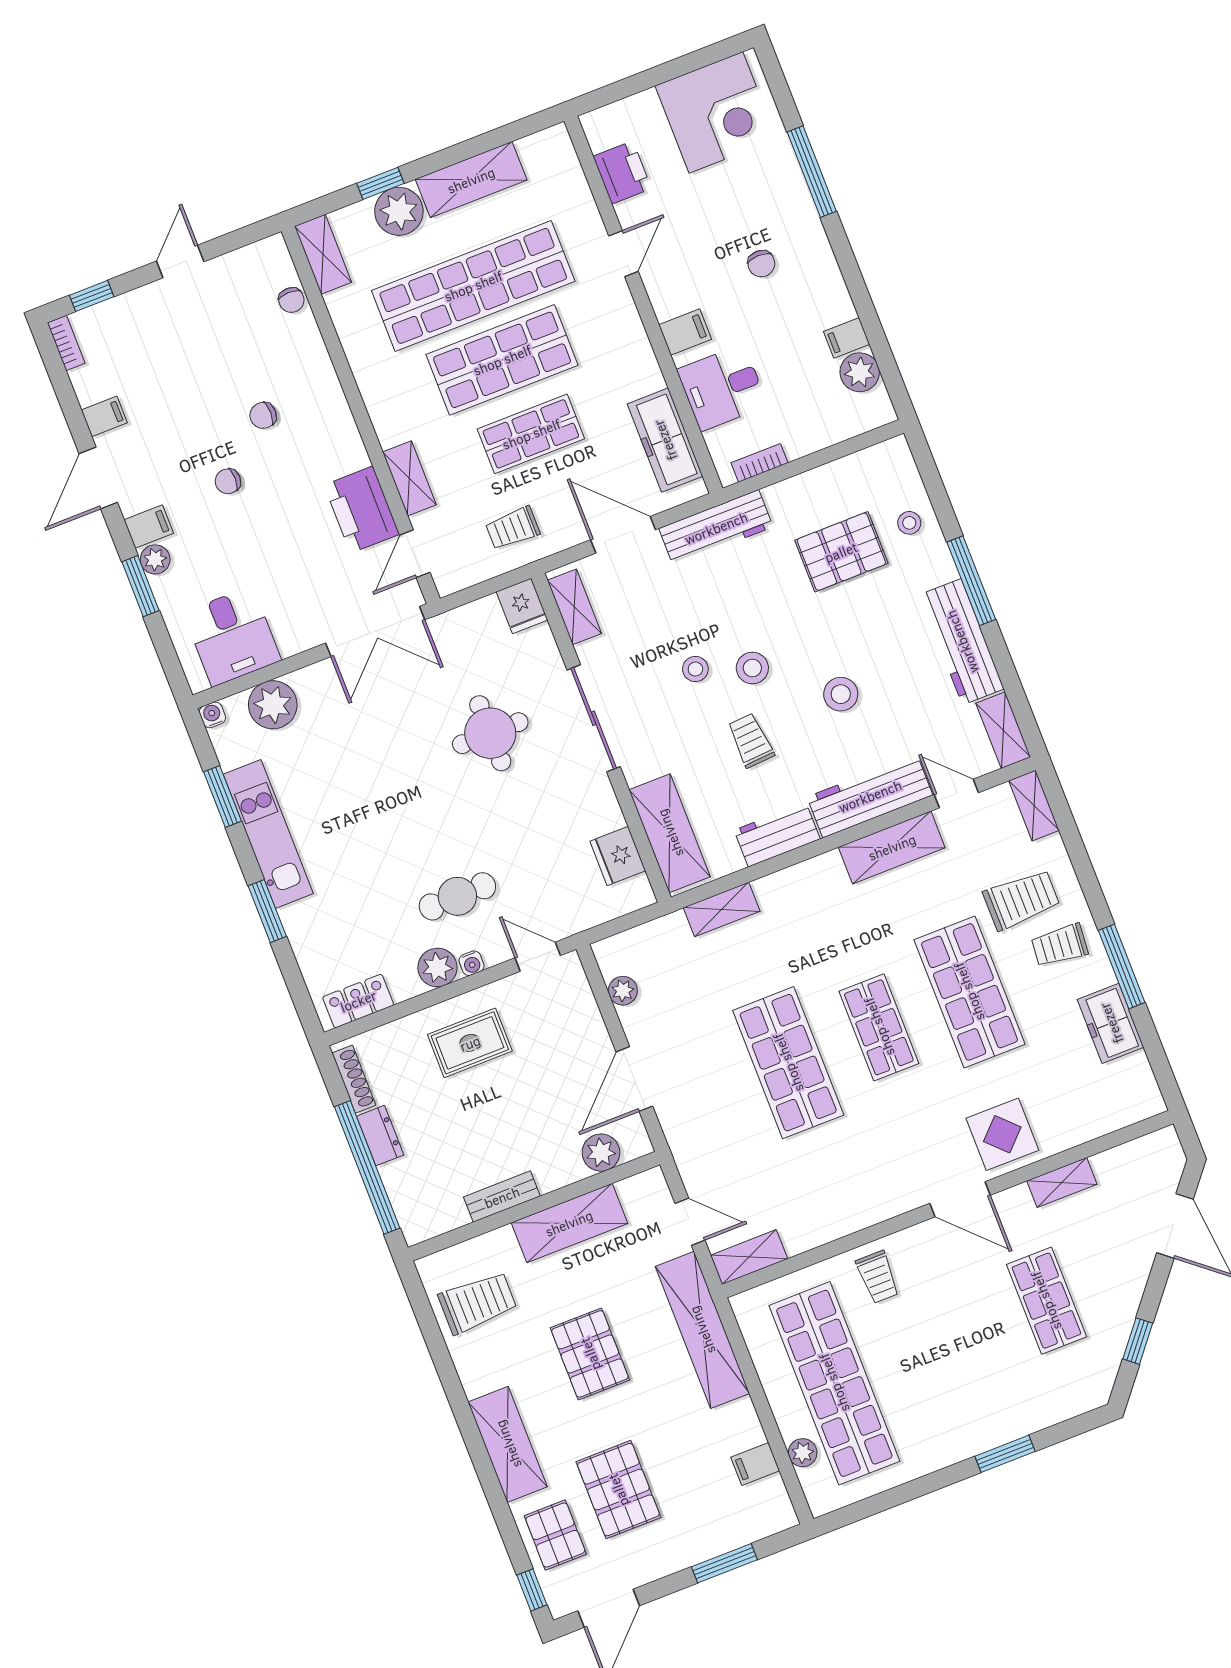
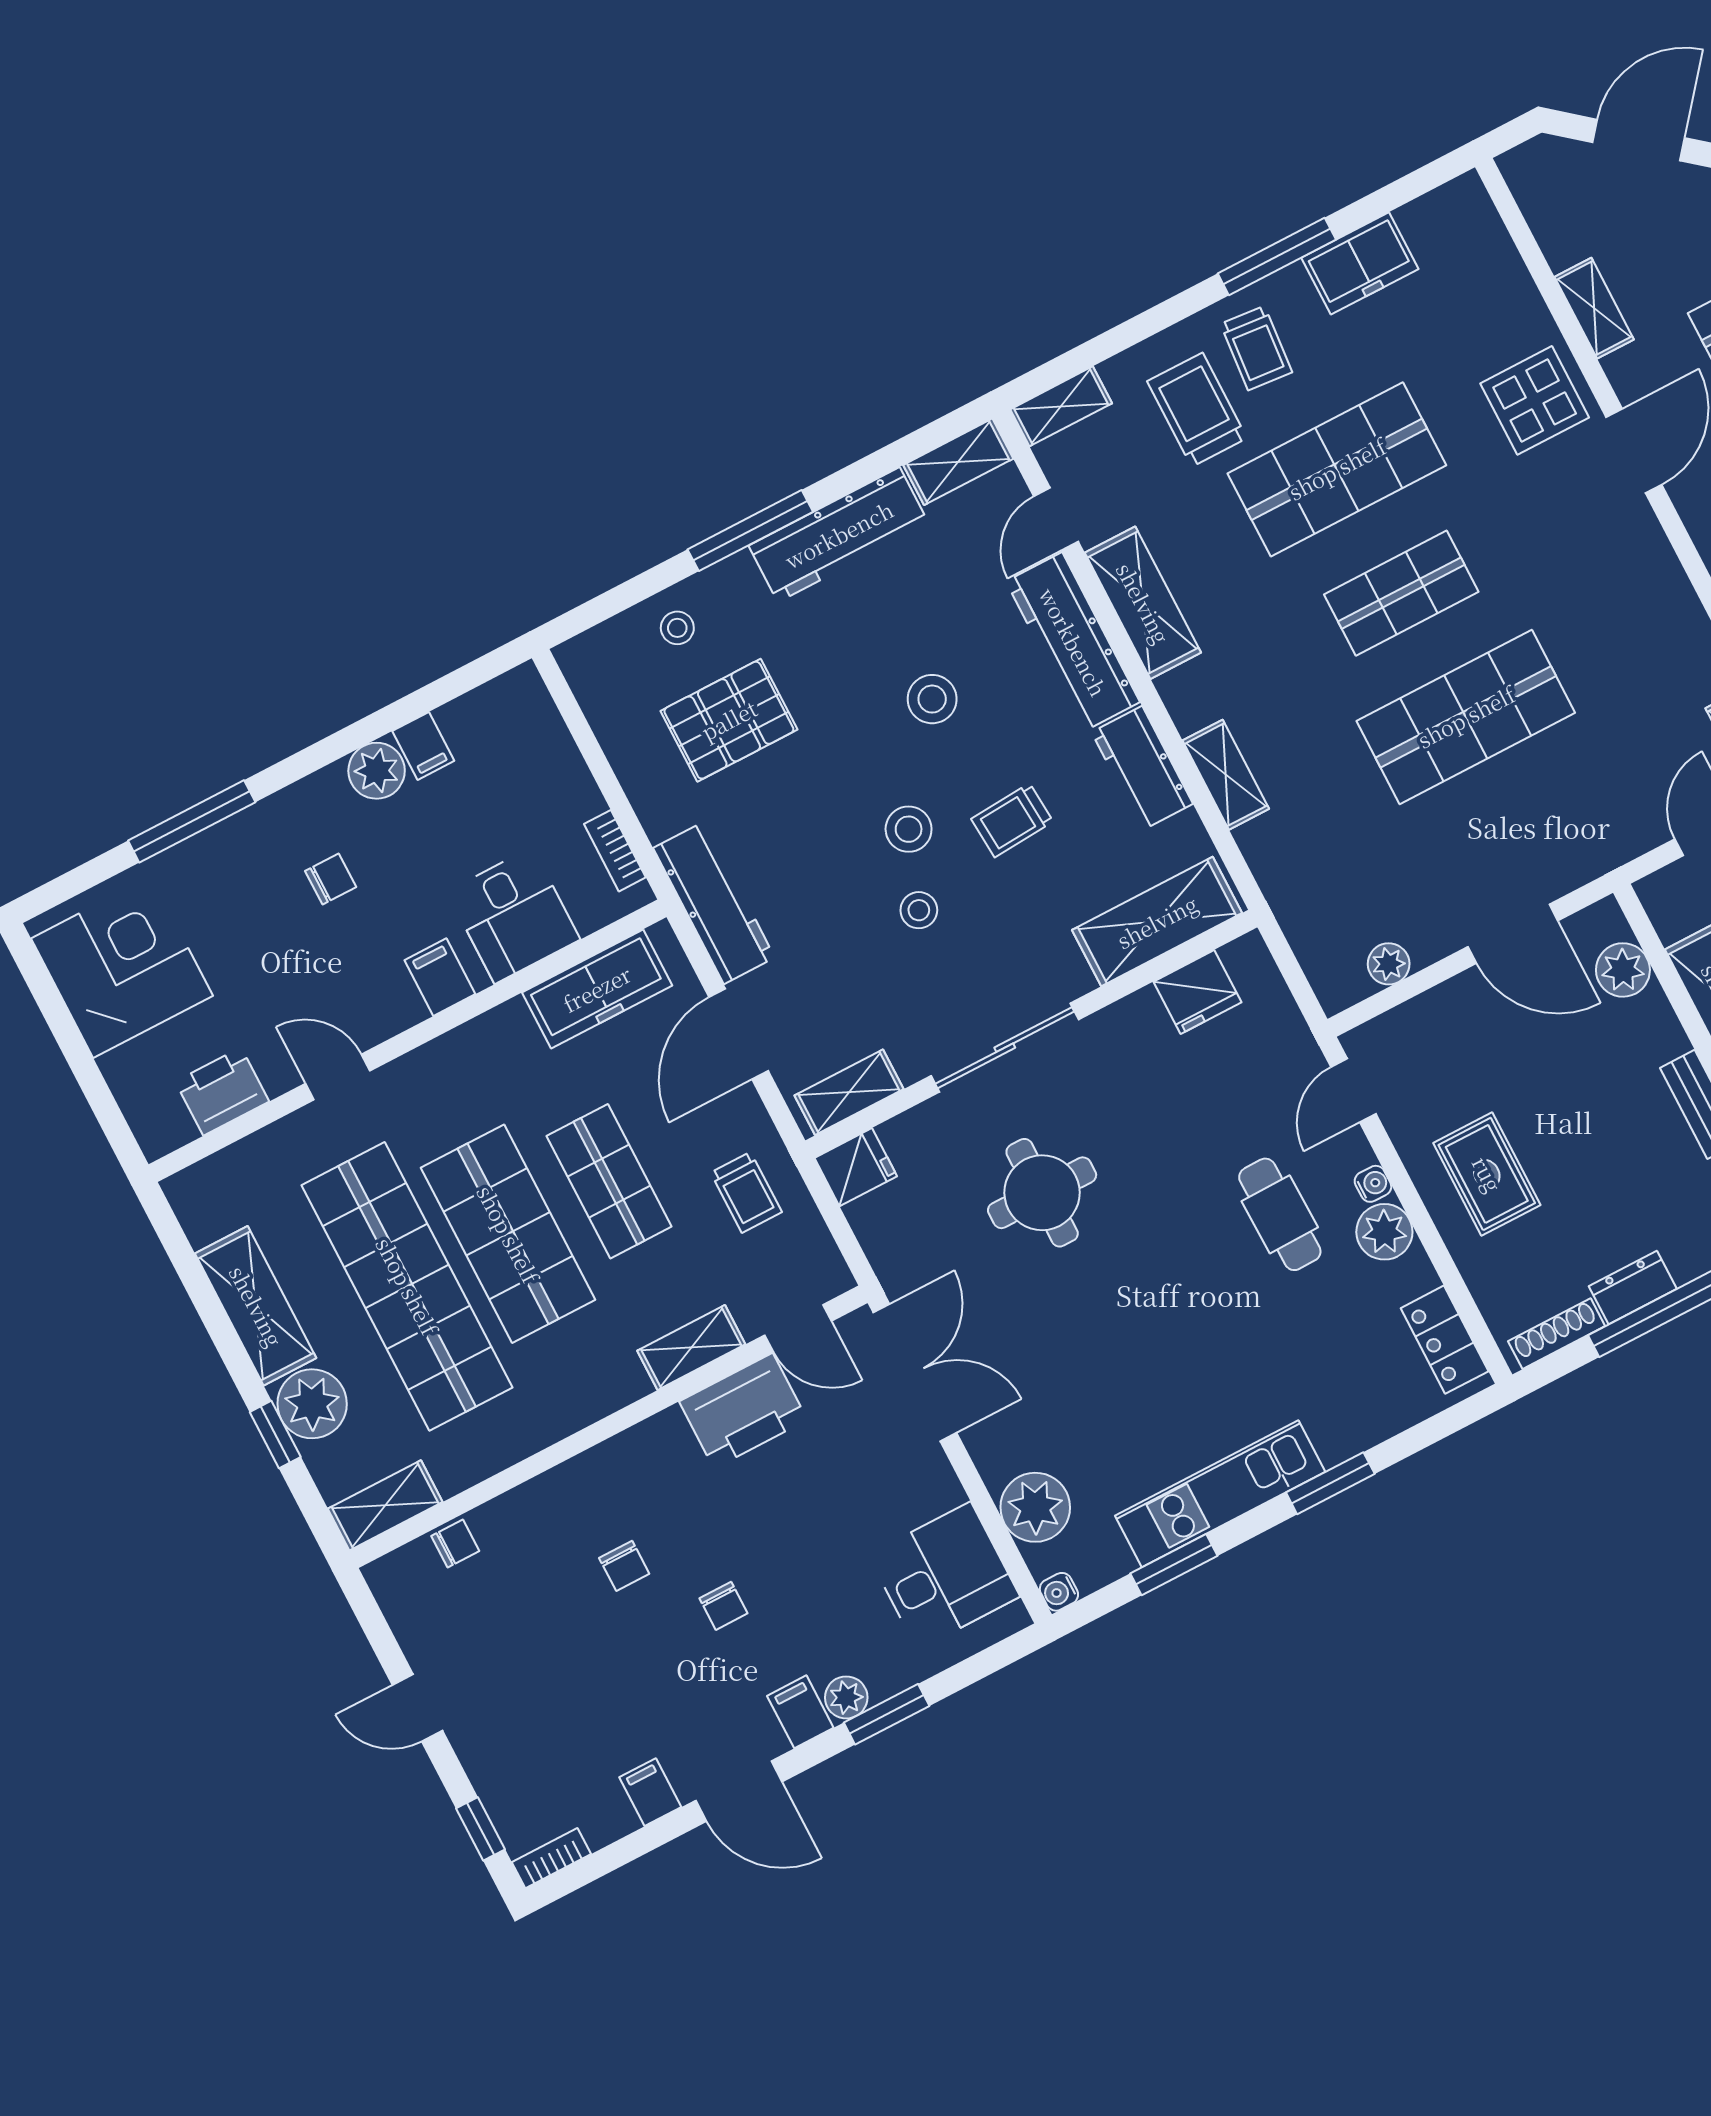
plant: (860, 372) -> (377, 771), moved
pallet: (841, 552) -> (729, 720), turned 90
shelving: (722, 909) -> (1226, 775), moved

